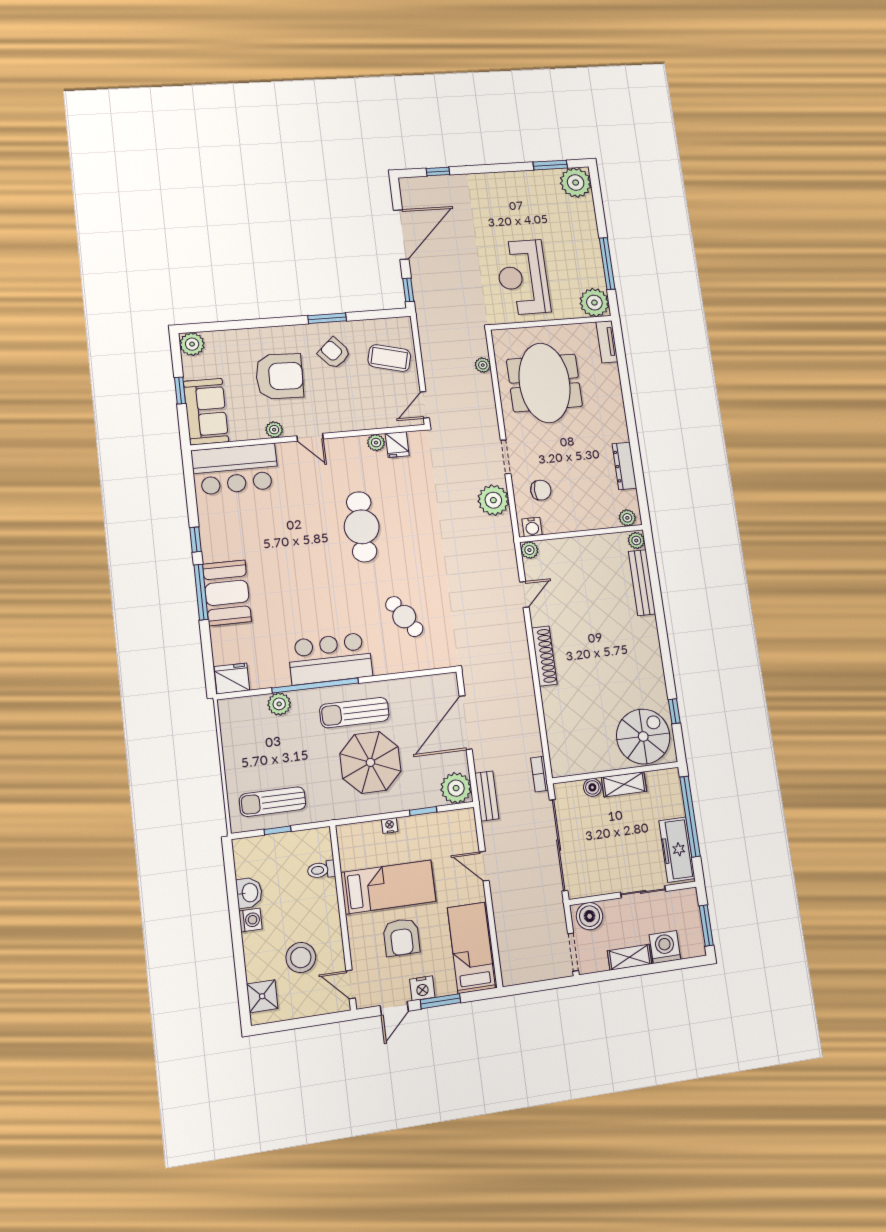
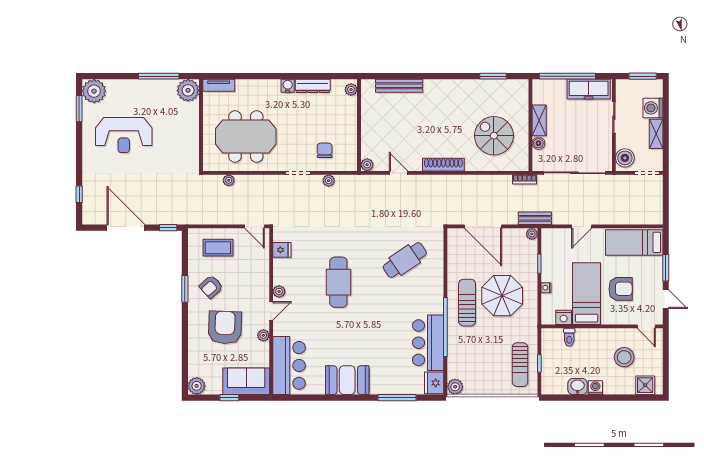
reception desk: (523, 277) -> (124, 135), moved
coffee table: (389, 358) -> (218, 248), turned 76
plant: (376, 443) -> (279, 292), moved
plant: (493, 500) -> (329, 181), width x0.53, depth x0.53
cafe table: (362, 527) -> (338, 282), turned 90
water cooler: (532, 527) -> (288, 86), moved, turned -90
window: (196, 540) -> (336, 398), removed
plant: (636, 540) -> (368, 85), removed
window: (201, 592) -> (397, 398), moved
booth: (227, 593) -> (347, 380), moved
cafe table: (404, 617) -> (405, 260), width x1.37, depth x1.35
bar counter: (330, 659) -> (428, 343), moved
plant: (279, 704) -> (455, 387), moved
window: (674, 711) -> (493, 76), width x1.50
sun lounger: (354, 713) -> (467, 303), turned 180
spiral stairs: (643, 736) -> (494, 136), moved
plant: (456, 788) -> (532, 234), width x0.53, depth x0.53
door: (351, 984) -> (646, 326), hinge flipped
nightstand: (422, 988) -> (564, 317), moved, turned 90

